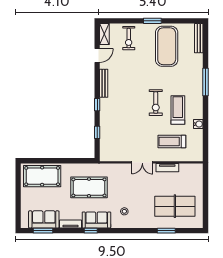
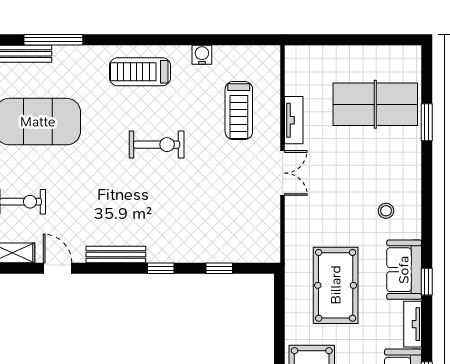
window: (205, 82) -> (53, 40), moved
treadmill: (178, 110) -> (140, 72), moved
table tennis table: (175, 206) -> (375, 104), turned 90

